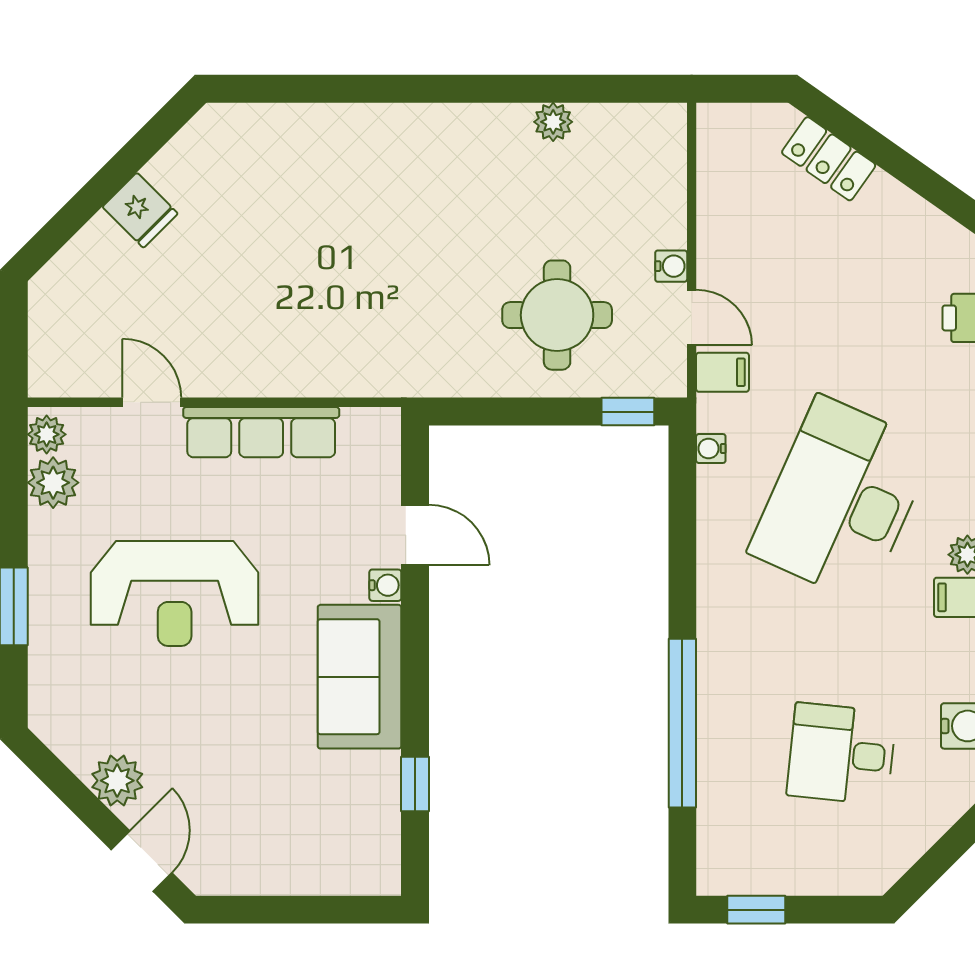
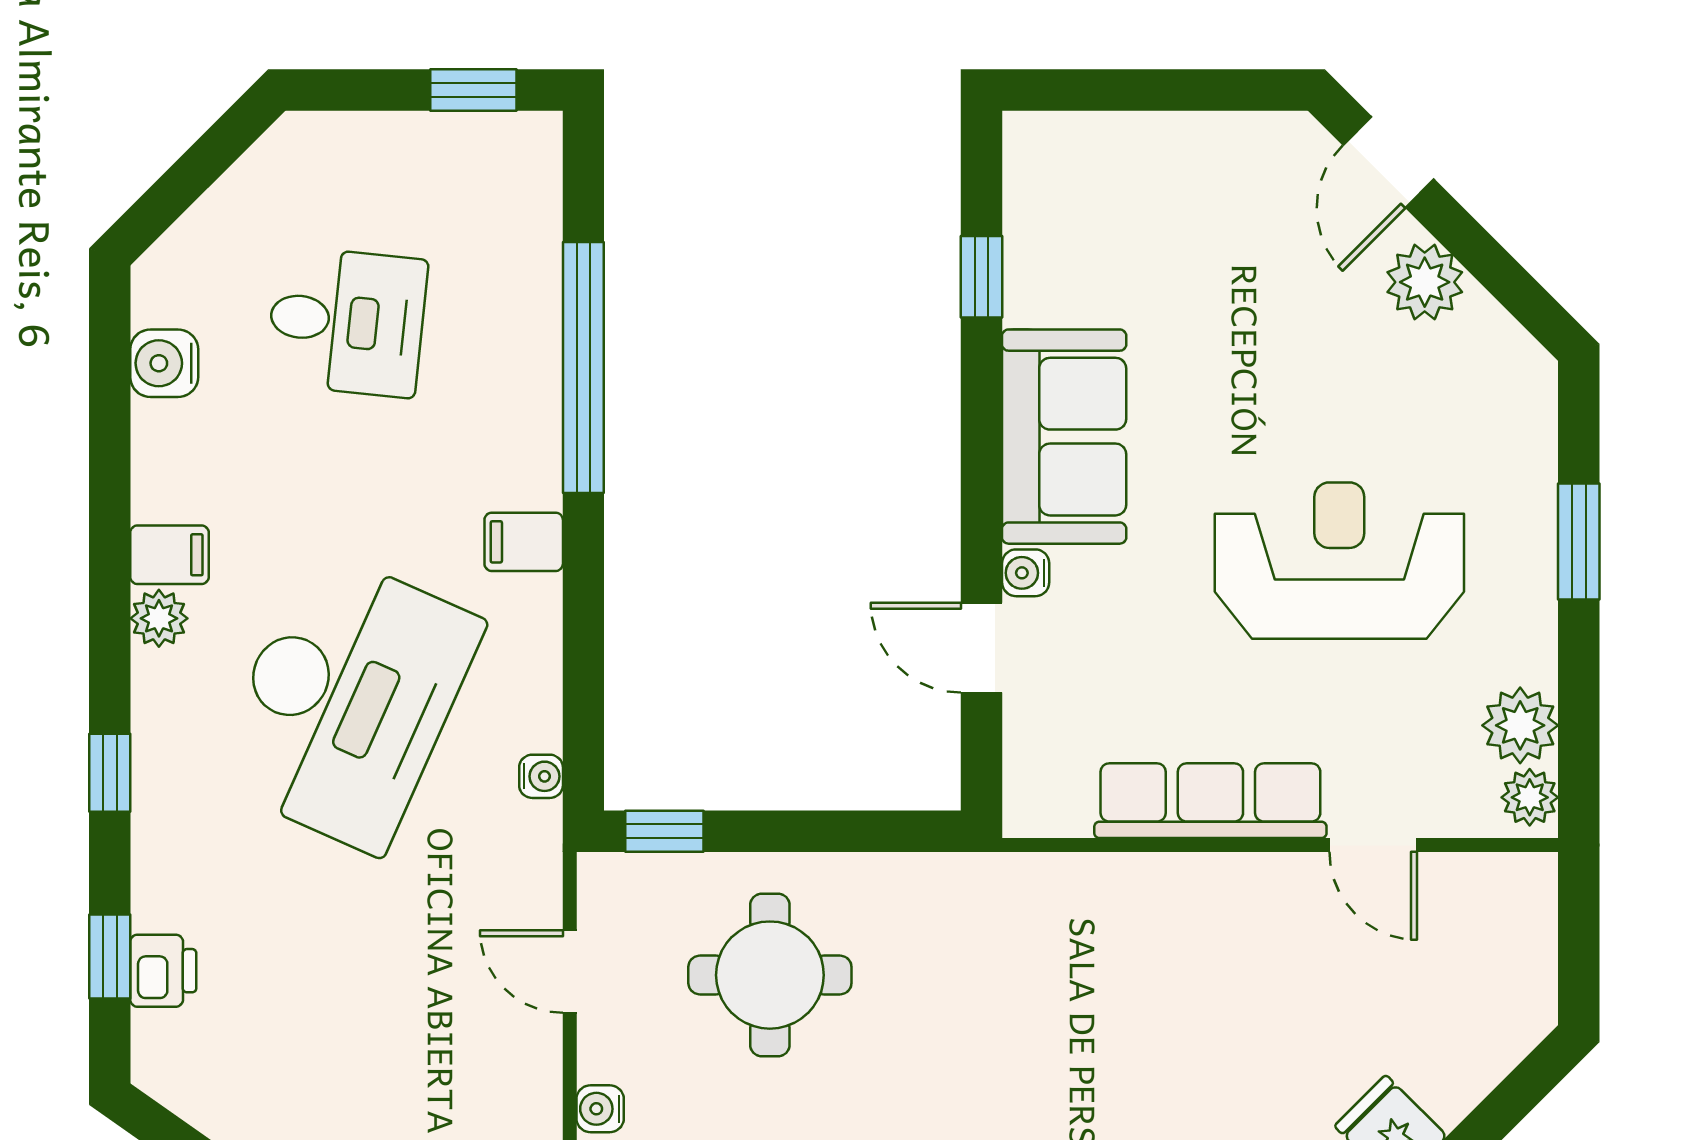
water cooler: (671, 266) -> (600, 1109), moved
filing cabinet: (722, 372) -> (524, 542), moved

